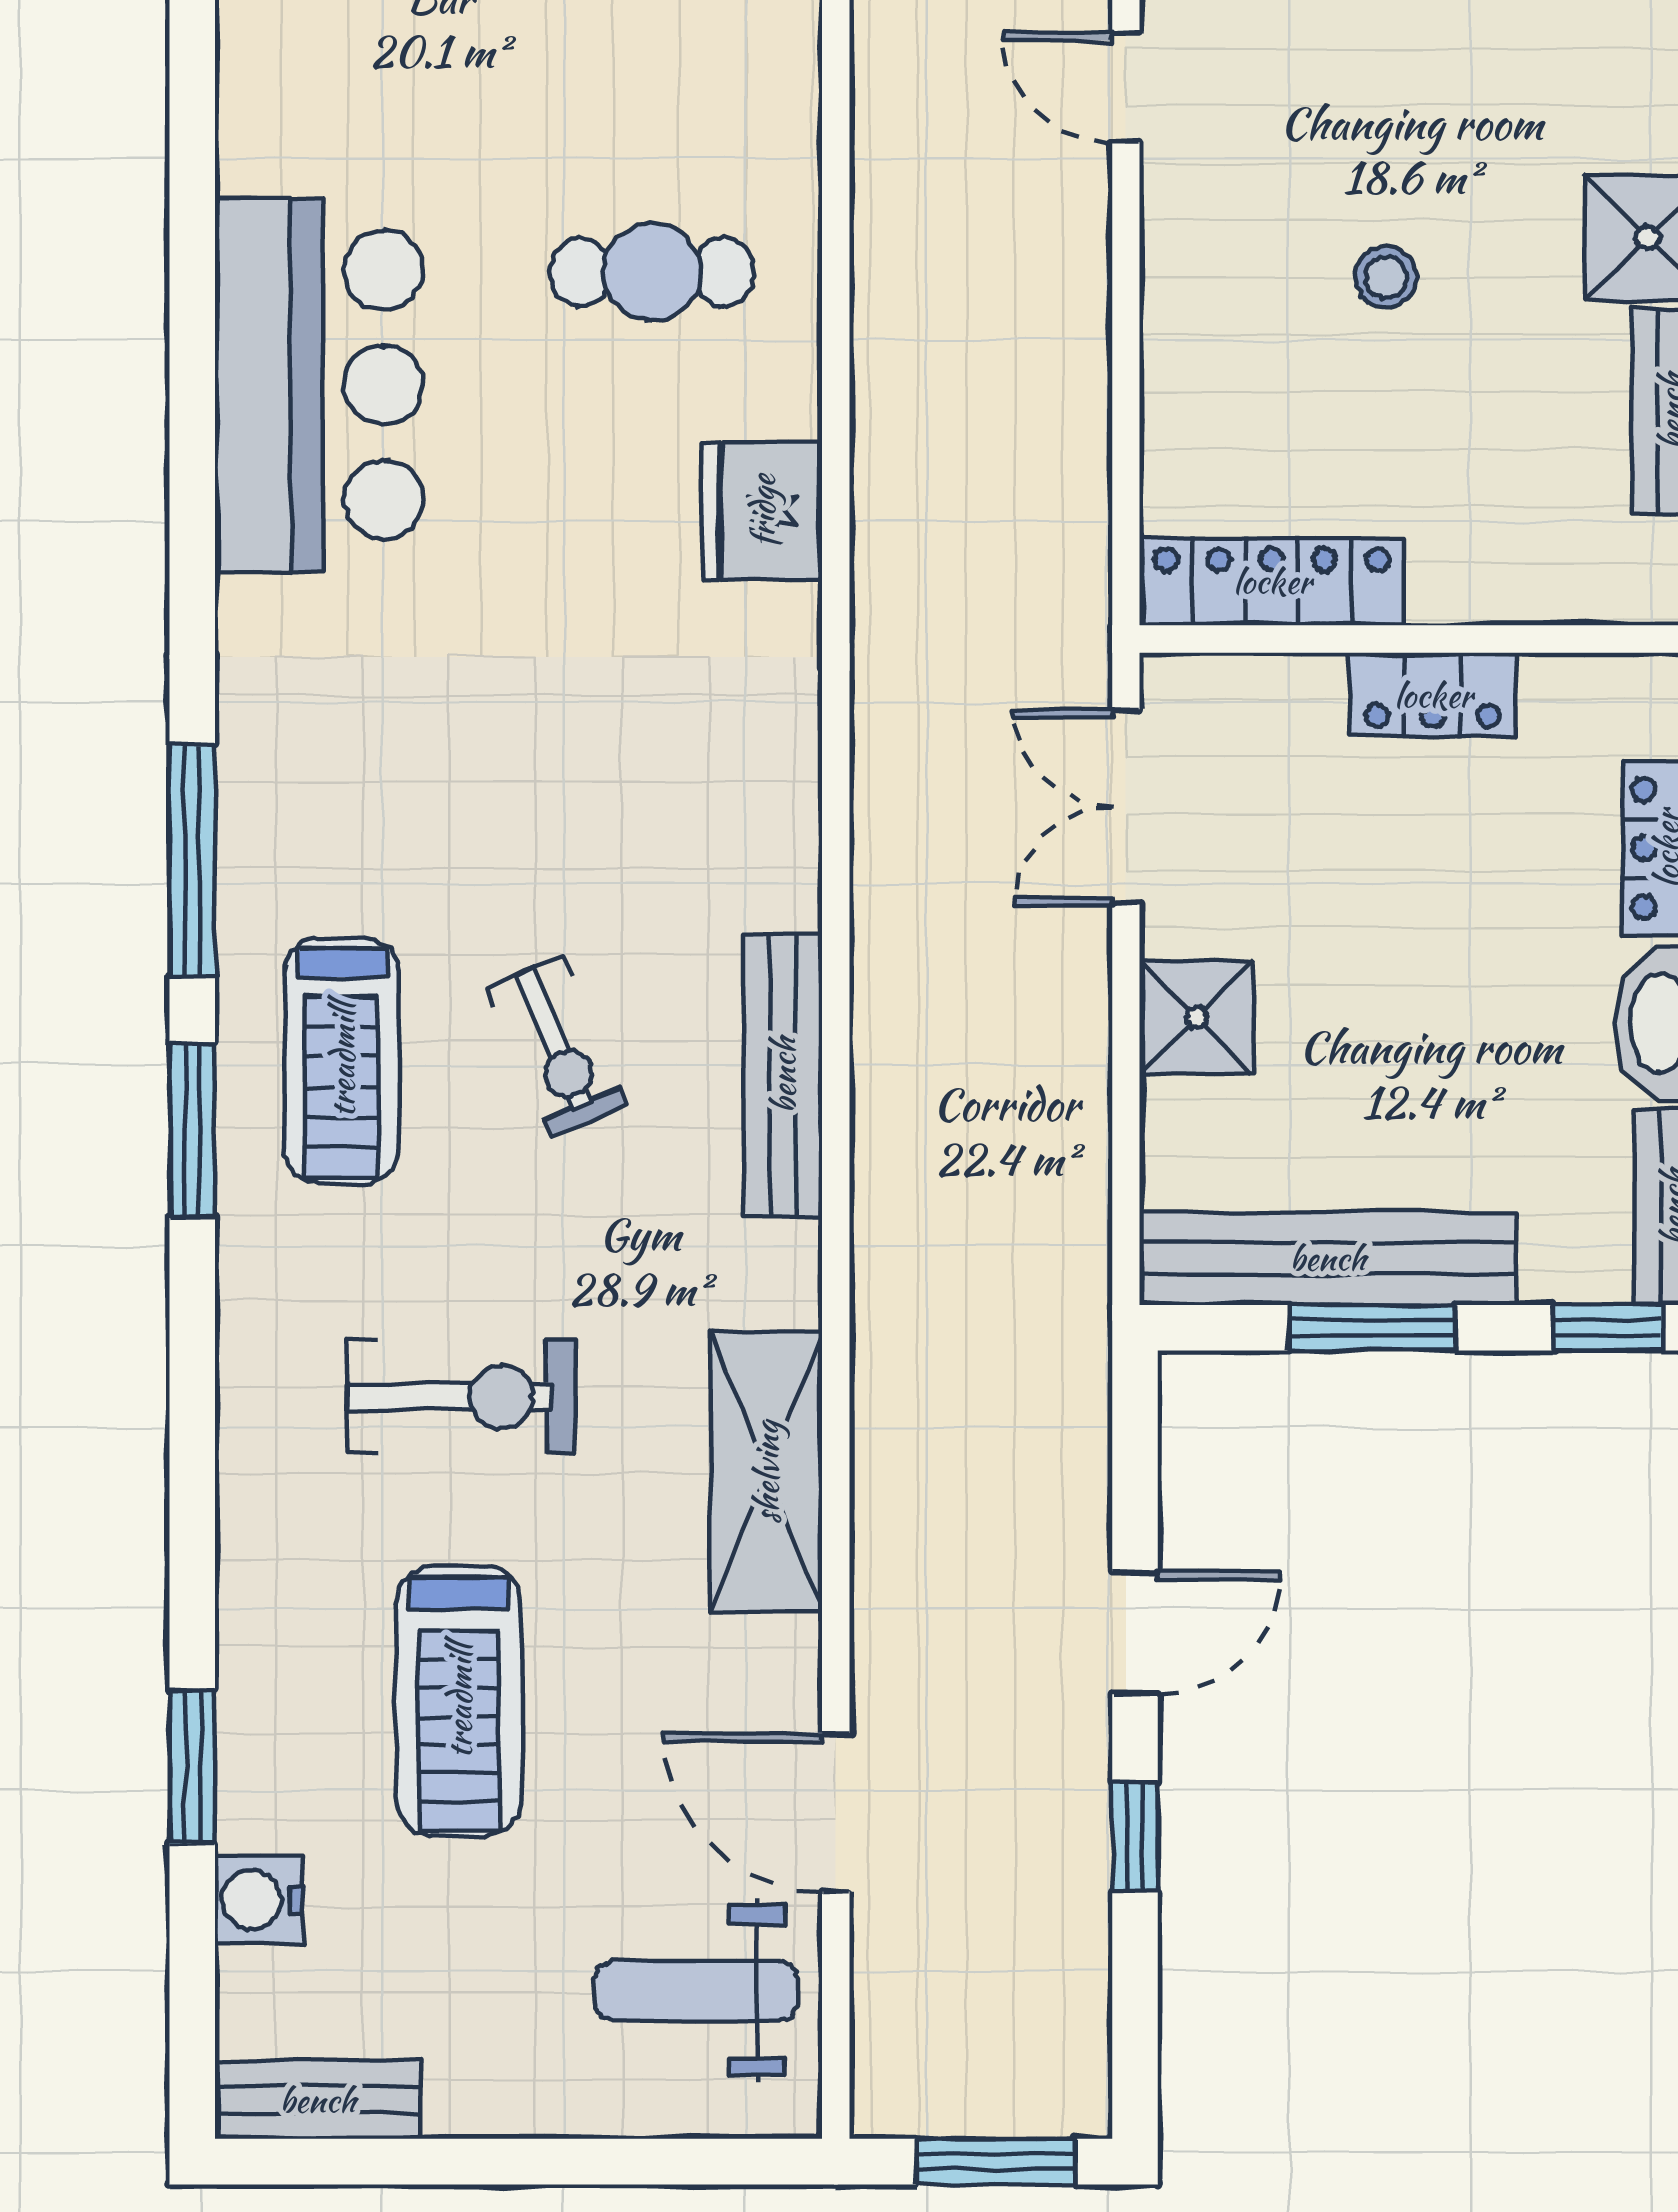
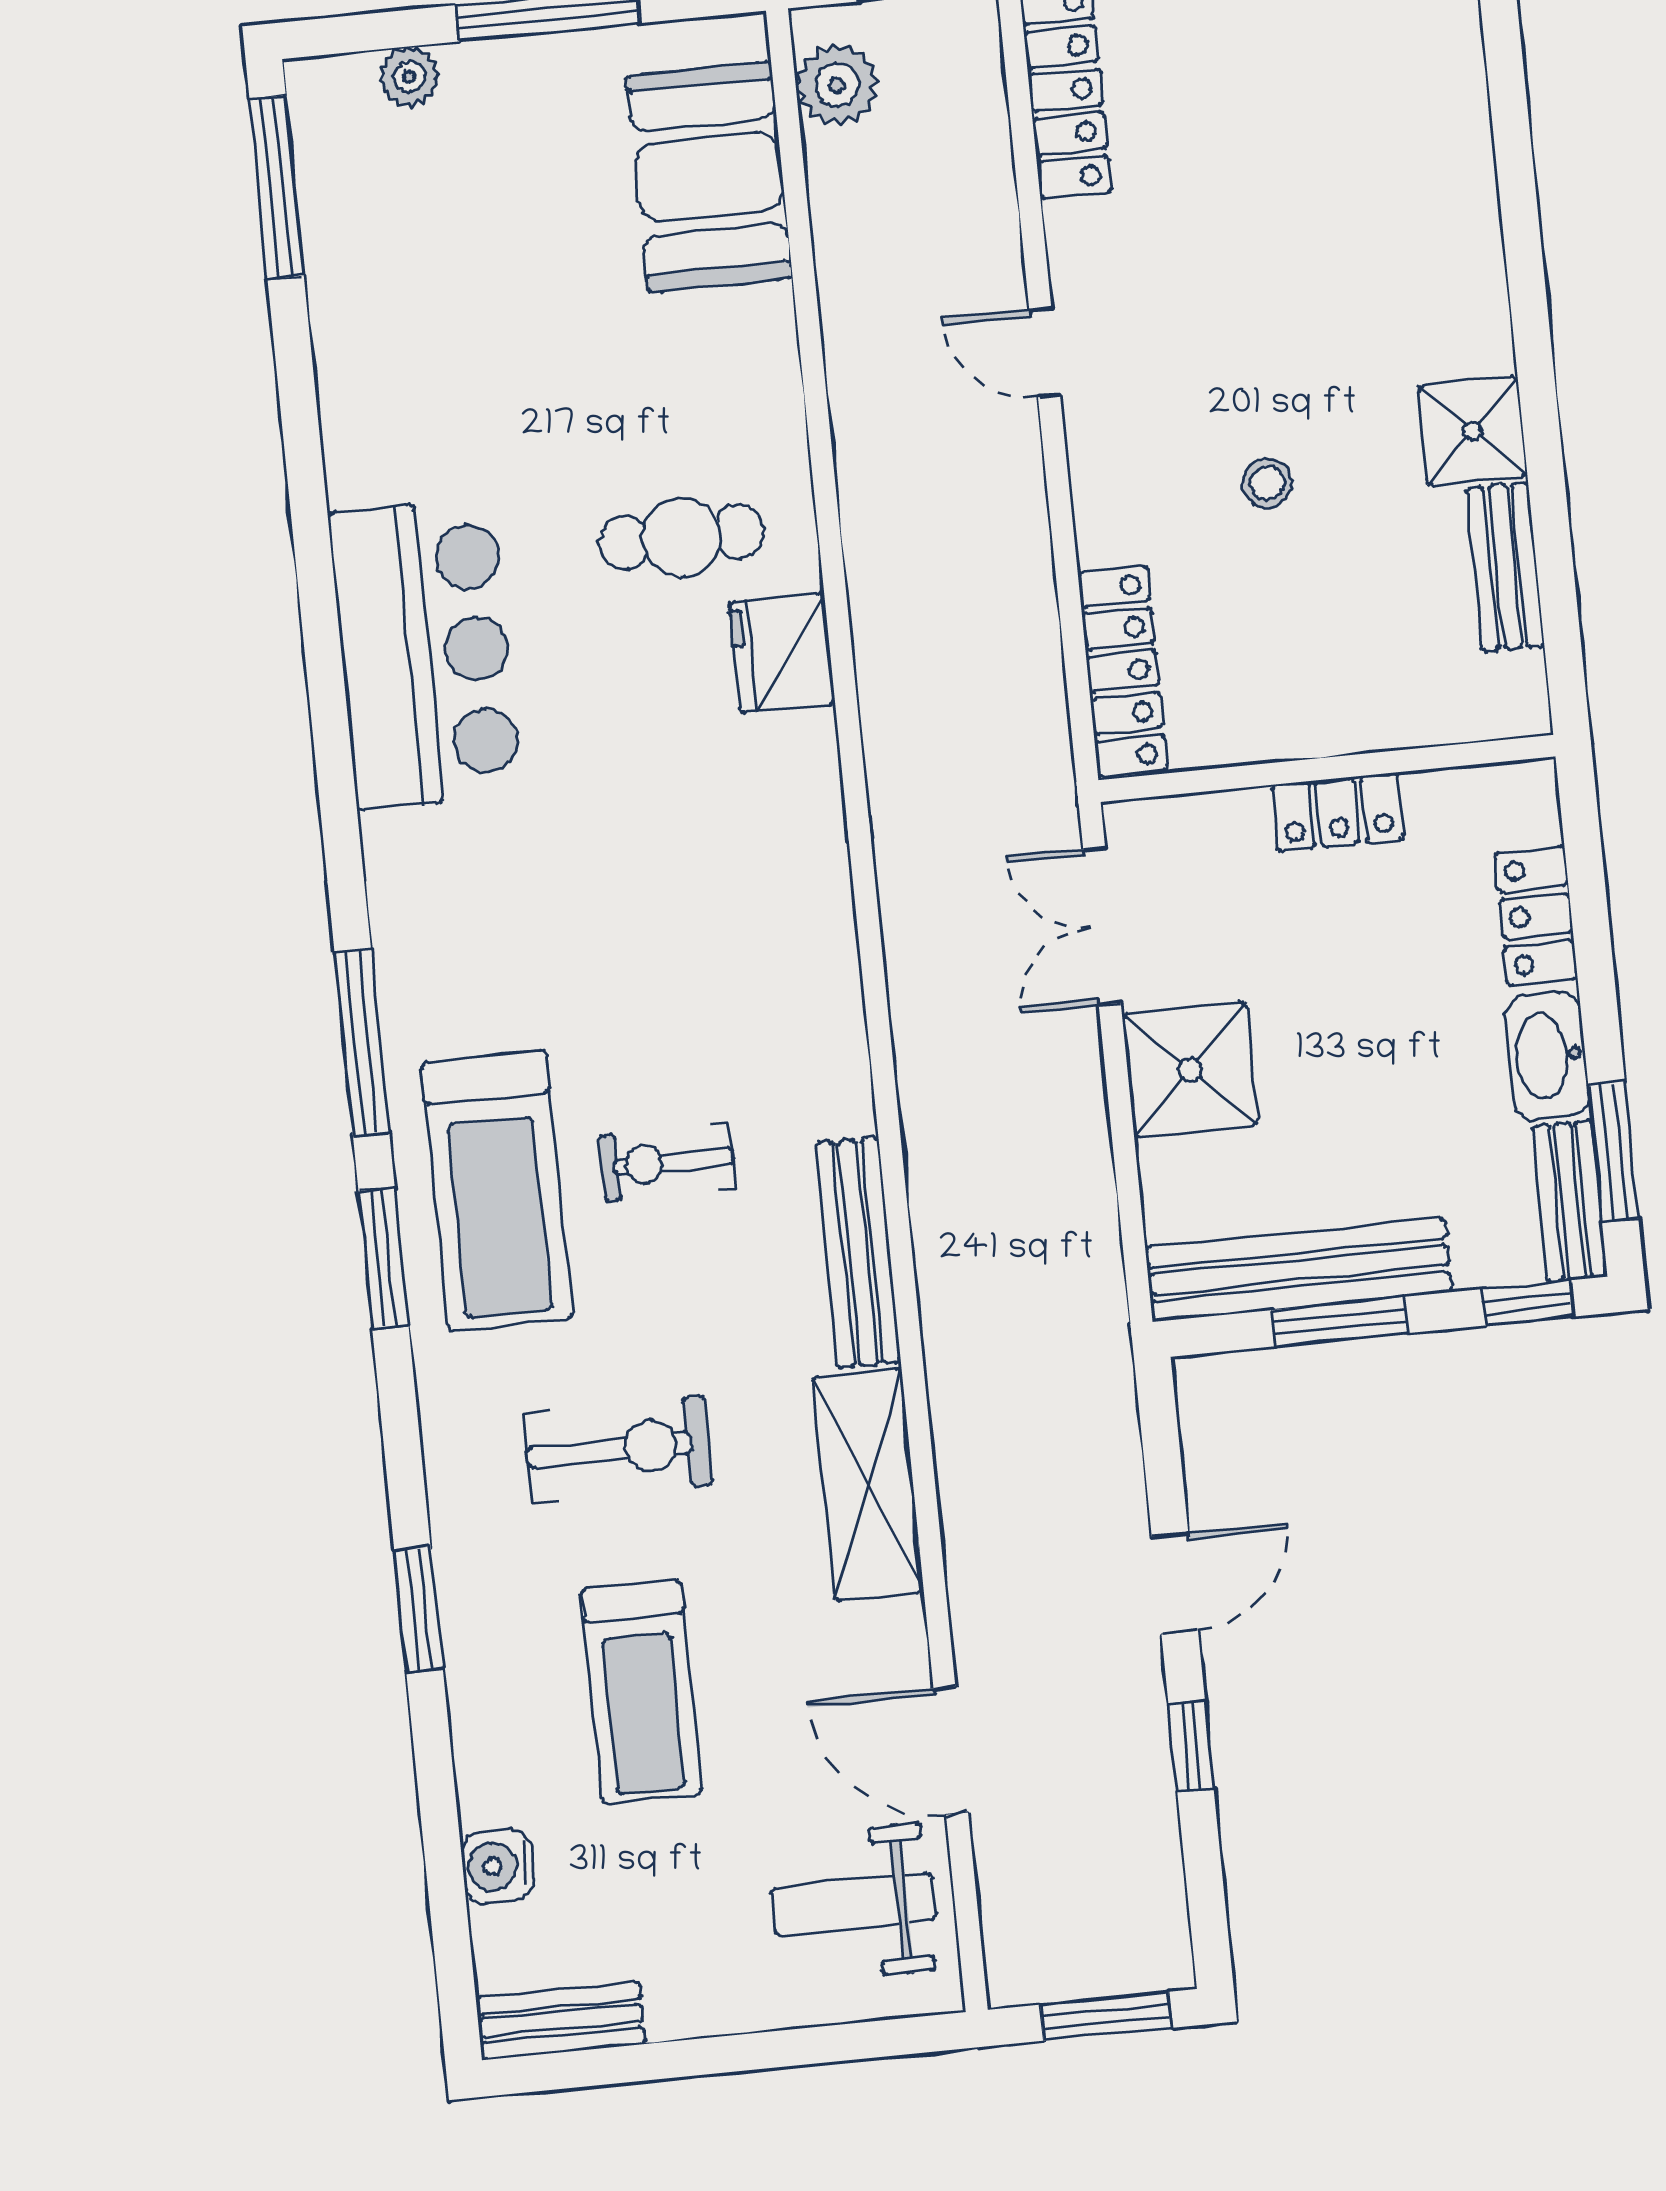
fridge: (762, 511) -> (782, 653), moved
locker: (1272, 581) -> (1123, 671), moved, turned 90
shower: (1197, 1017) -> (1190, 1070), width x1.36, depth x1.36
exercise bike: (557, 1046) -> (667, 1162), turned 113
treadmill: (342, 1060) -> (497, 1191), width x1.37, depth x1.37
bench: (783, 1075) -> (858, 1253), moved
window: (192, 1767) -> (418, 1609), moved

